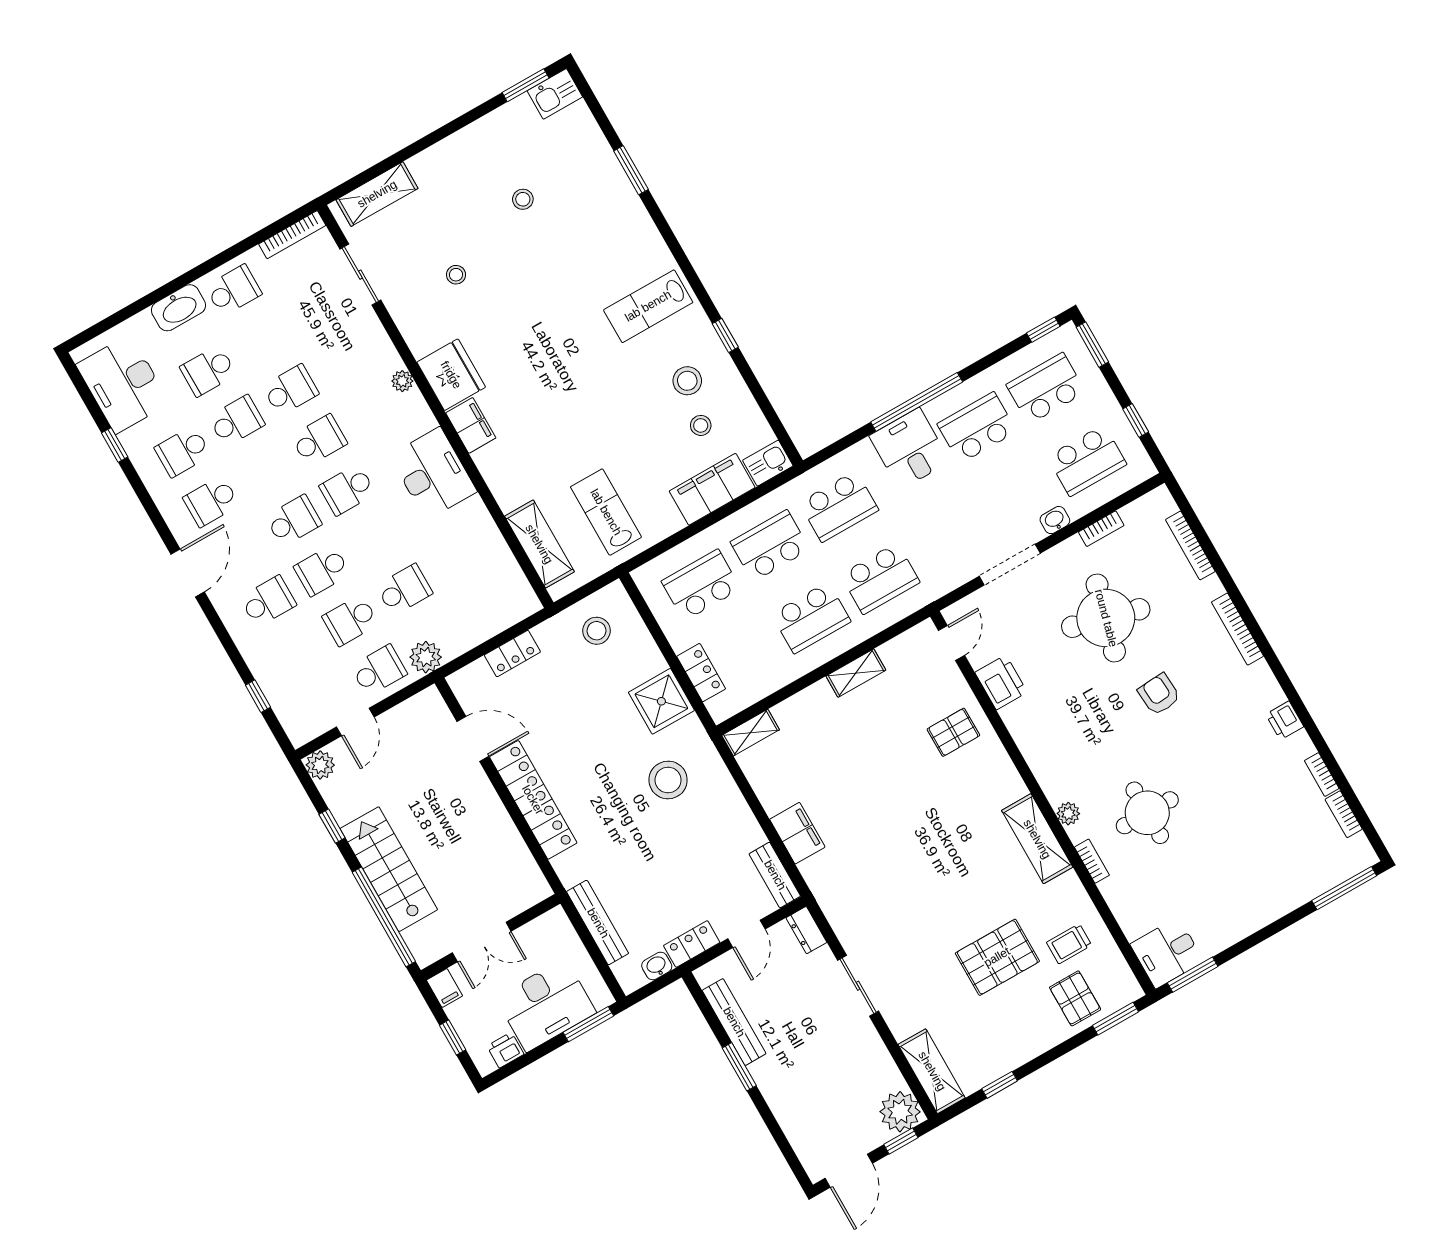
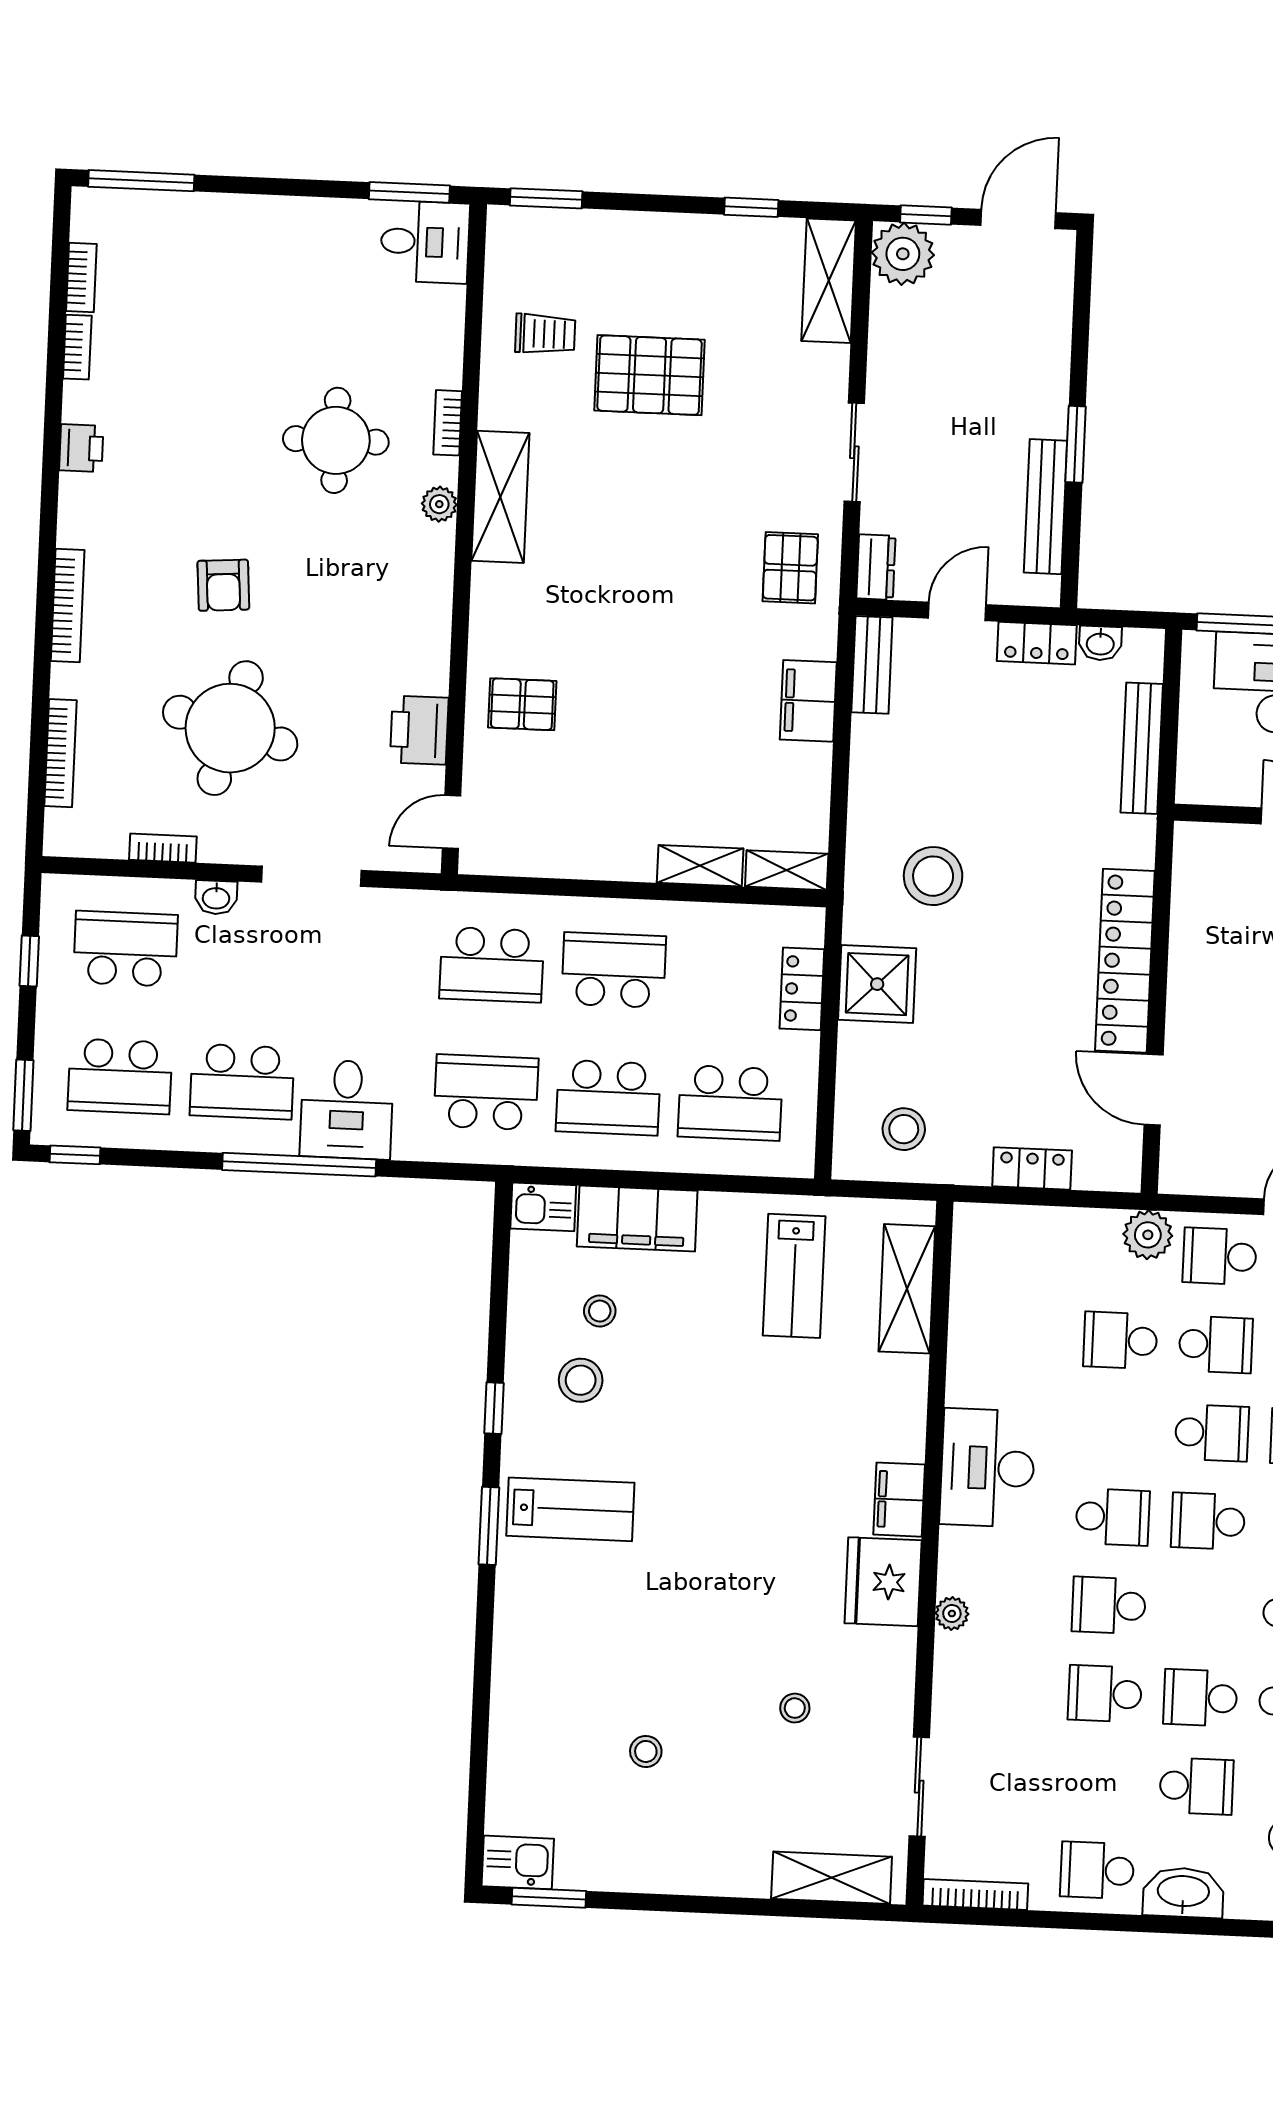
window: (631, 170) -> (489, 1526), moved
school desk: (880, 578) -> (492, 965), turned 180
shelving: (856, 673) -> (700, 866), moved
pallet: (1075, 998) -> (790, 568), moved

